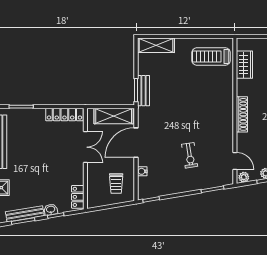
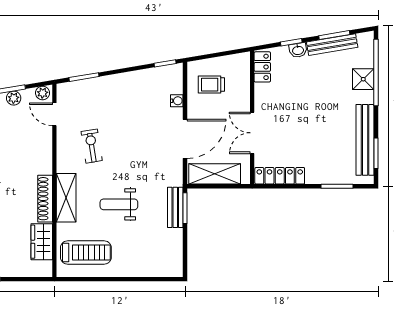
shelving: (156, 45) -> (66, 198), moved, turned 90
weight bench: (186, 93) -> (119, 204), added
shoe rack: (242, 114) -> (45, 199), moved
exercise bike: (190, 155) -> (92, 146), moved
trolley: (116, 184) -> (211, 85), turned -90

